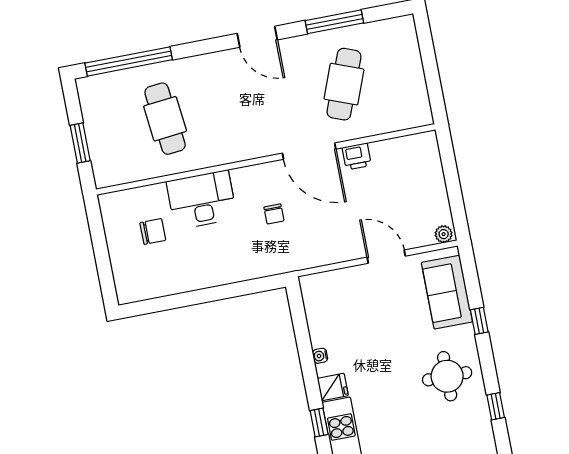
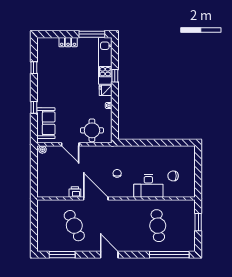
window: (334, 22) -> (62, 255), moved
cafe table: (344, 84) -> (74, 226), turned -45
round table: (447, 376) -> (92, 130), moved

